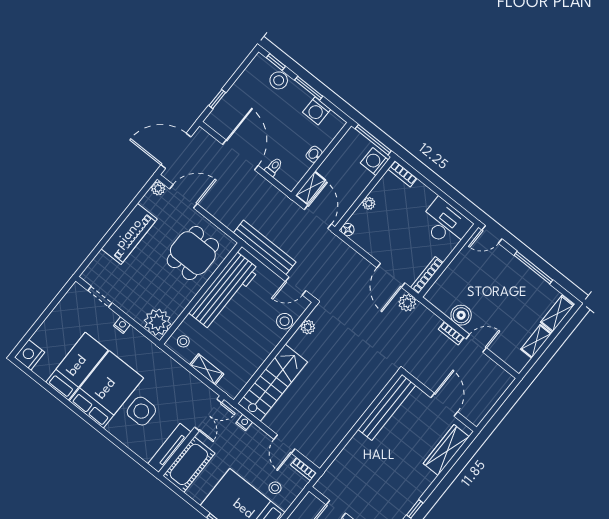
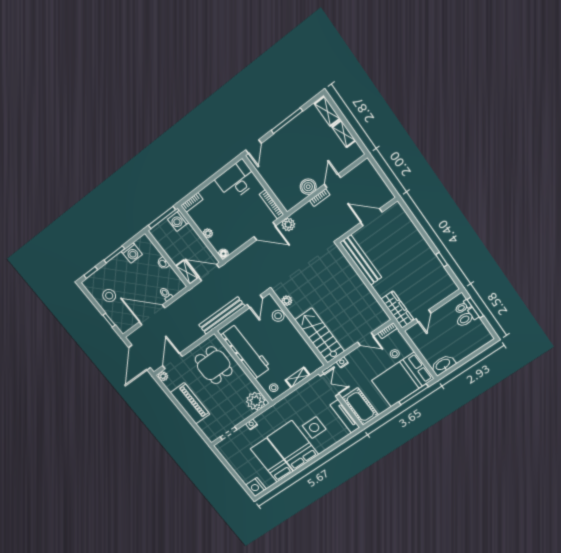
stool: (279, 80) -> (109, 296), moved
wardrobe: (446, 450) -> (398, 309), moved, turned 180

